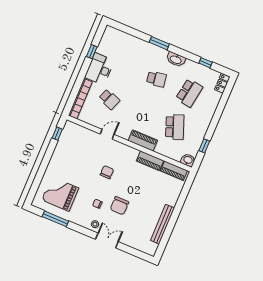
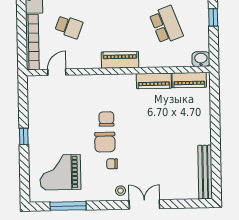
window: (57, 134) -> (24, 136), moved
door: (107, 134) -> (57, 72), moved
piano: (143, 140) -> (120, 60), moved
window: (204, 146) -> (213, 17), moved
chair: (119, 206) -> (105, 142), moved
bench: (163, 224) -> (205, 172), moved

